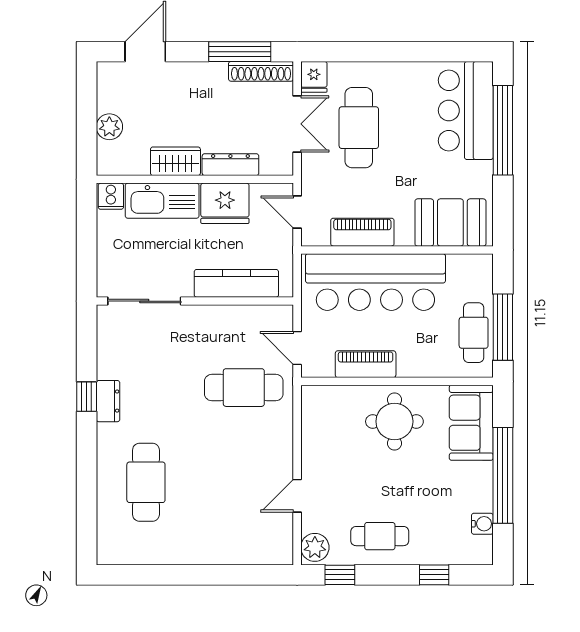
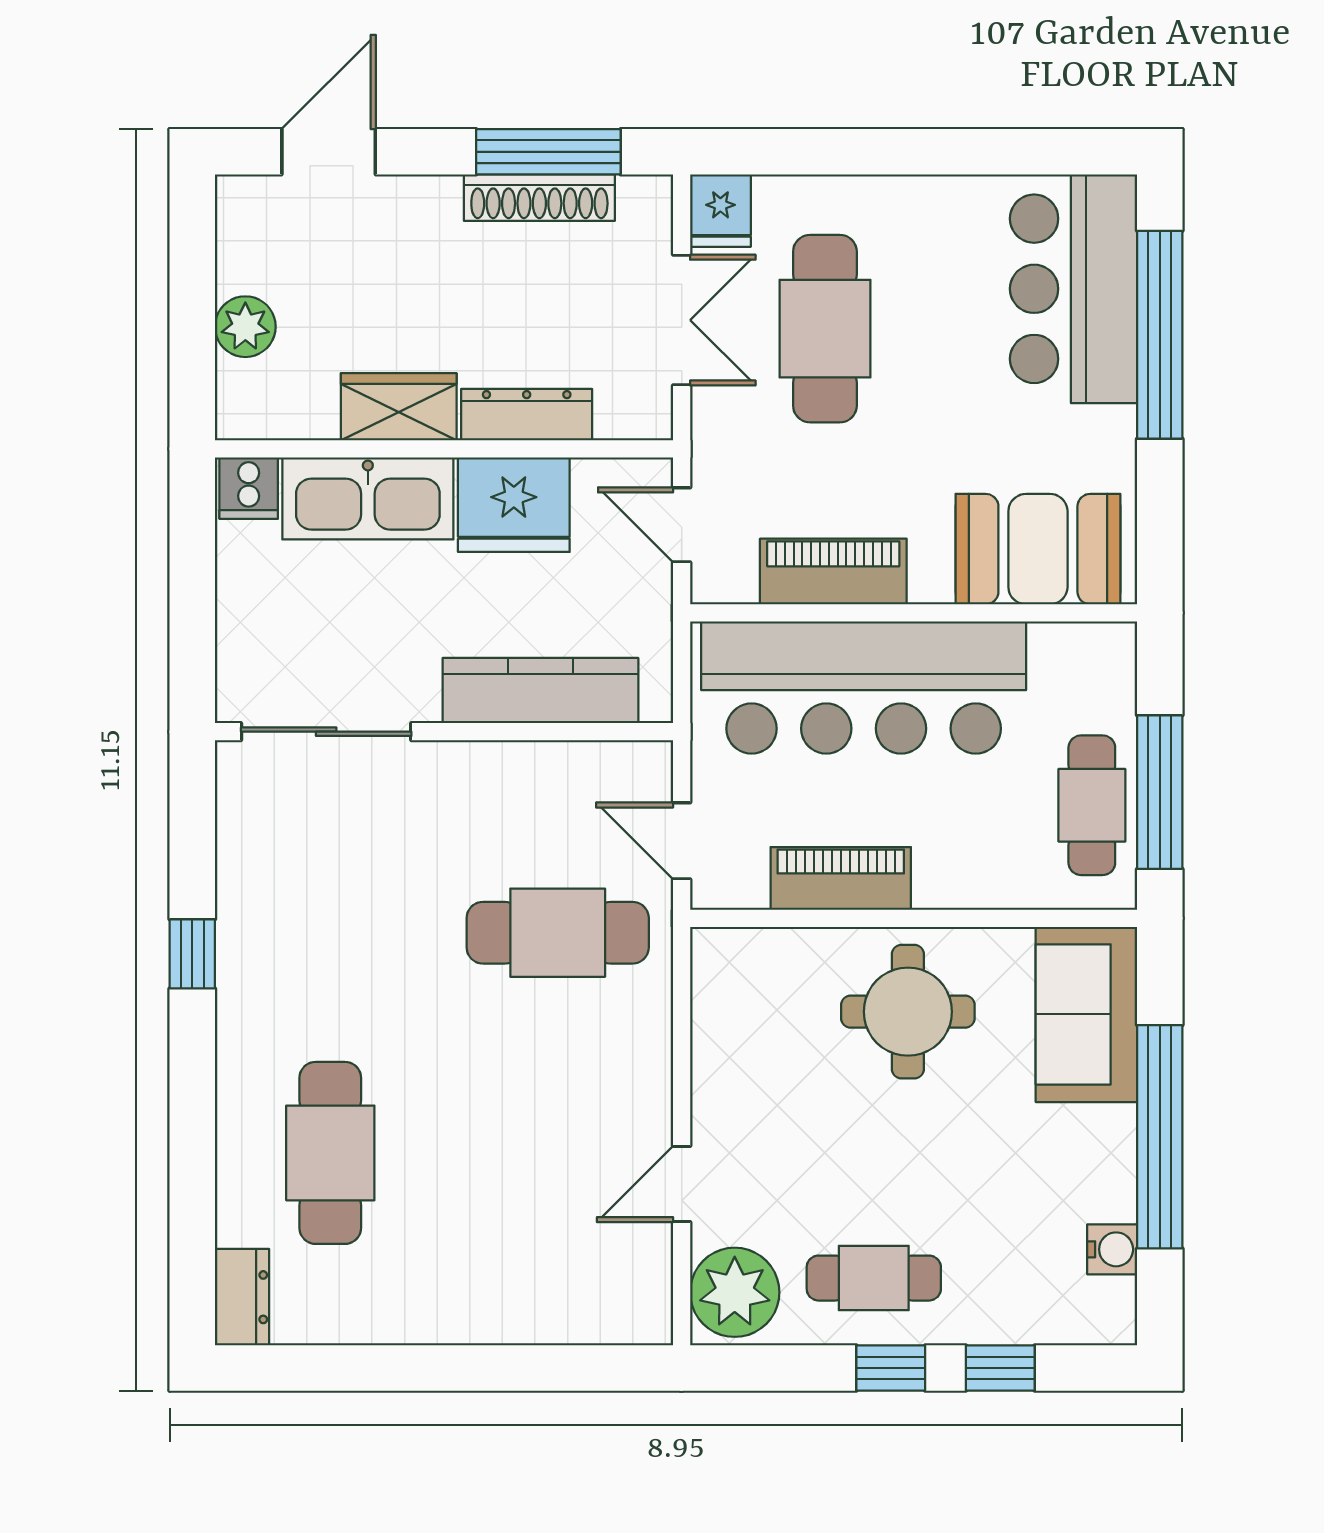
shoe rack: (261, 71) -> (539, 198), moved
dresser: (108, 401) -> (242, 1297), moved
plant: (315, 547) -> (735, 1292), width x1.36, depth x1.36
window: (340, 575) -> (891, 1368), moved

